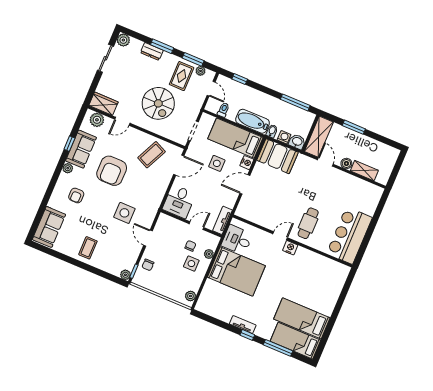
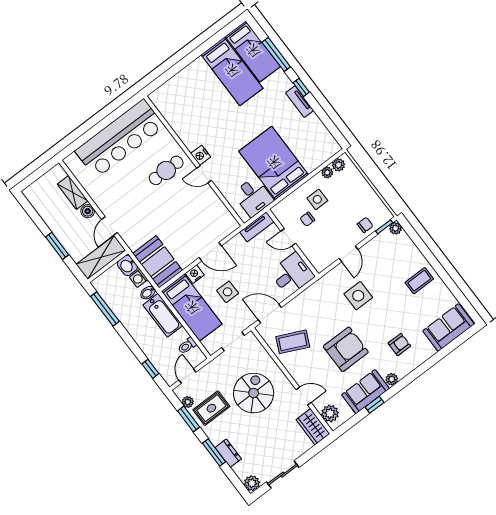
bar counter: (349, 236) -> (120, 139), width x1.36
plant: (209, 254) -> (327, 172), moved

